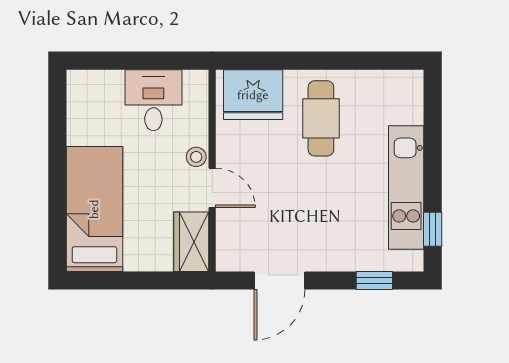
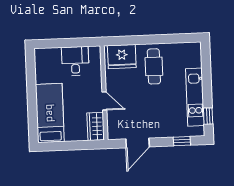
stool: (196, 157) -> (96, 87), removed

